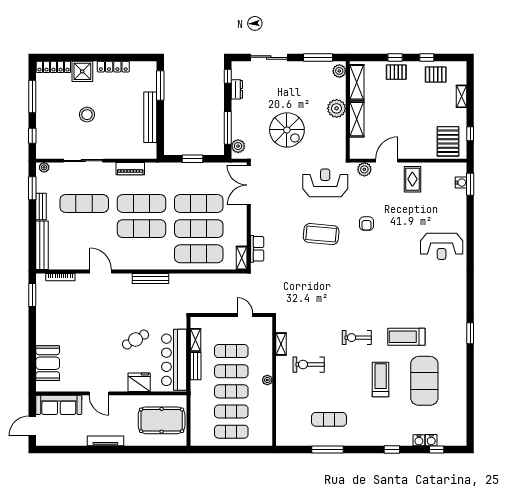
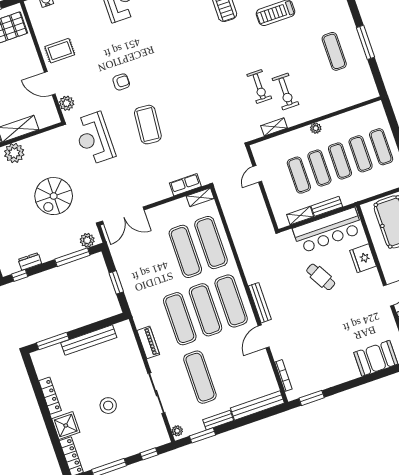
spiral stairs: (287, 130) -> (54, 196), turned 180
exercise mat: (199, 203) -> (231, 301), moved
bench: (151, 278) -> (260, 303), moved
exercise bike: (357, 338) -> (259, 86), moved

